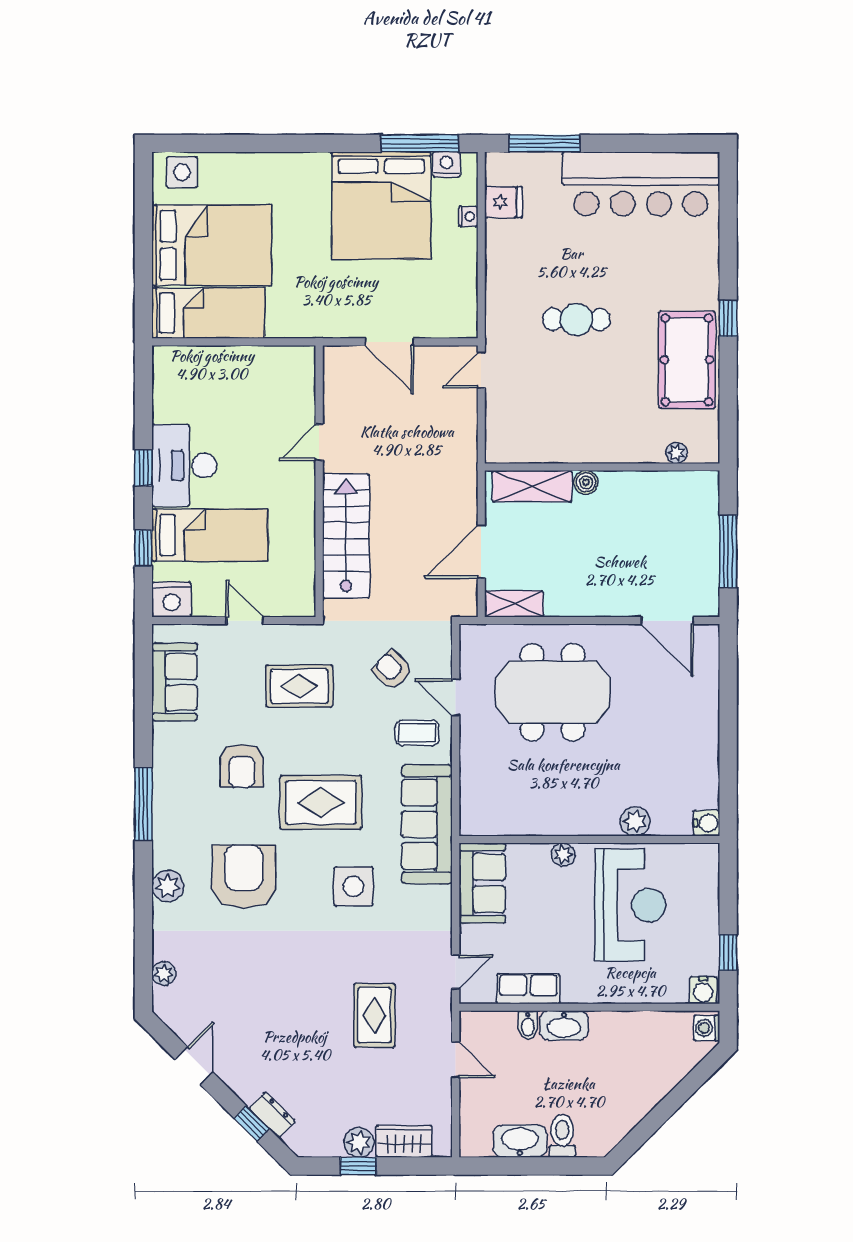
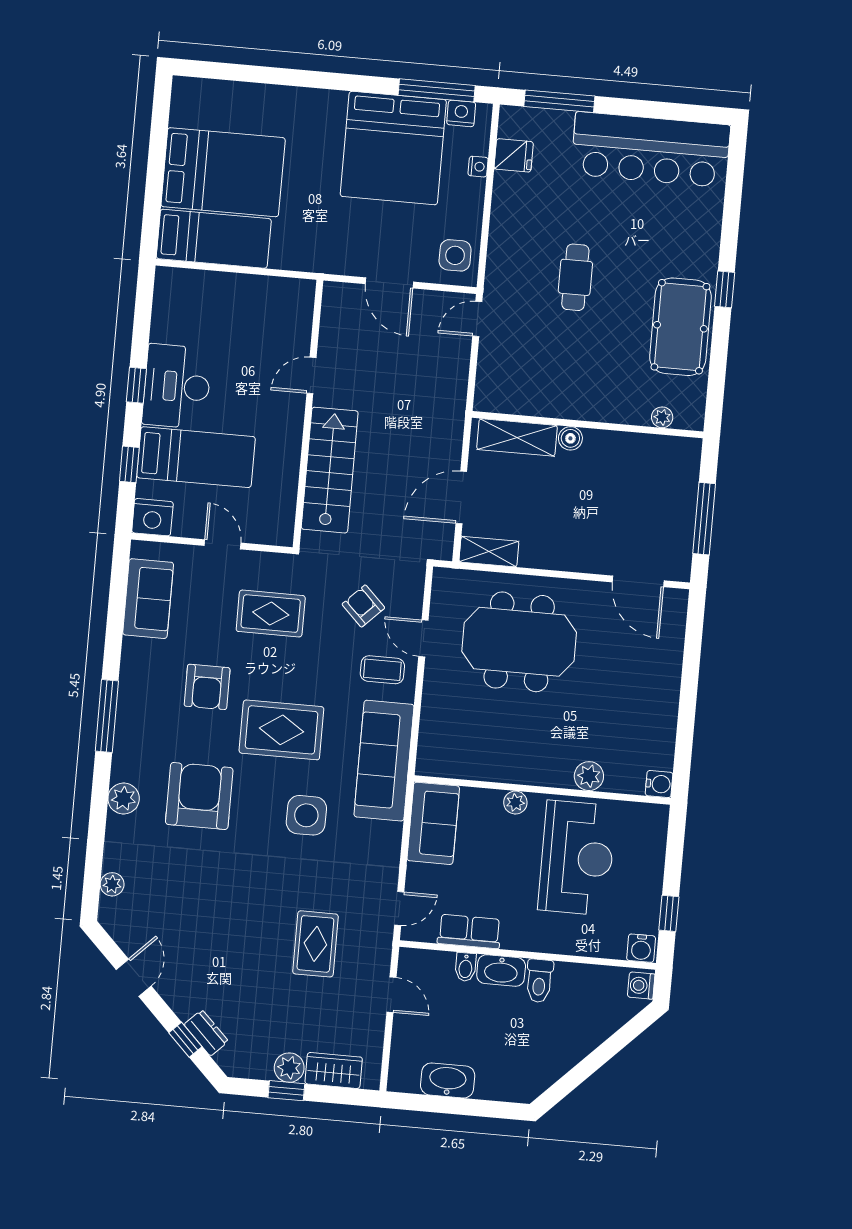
side table: (182, 172) -> (455, 255), moved
cafe table: (576, 319) -> (575, 277), turned 90
toilet: (562, 1136) -> (539, 981), moved, turned 180

